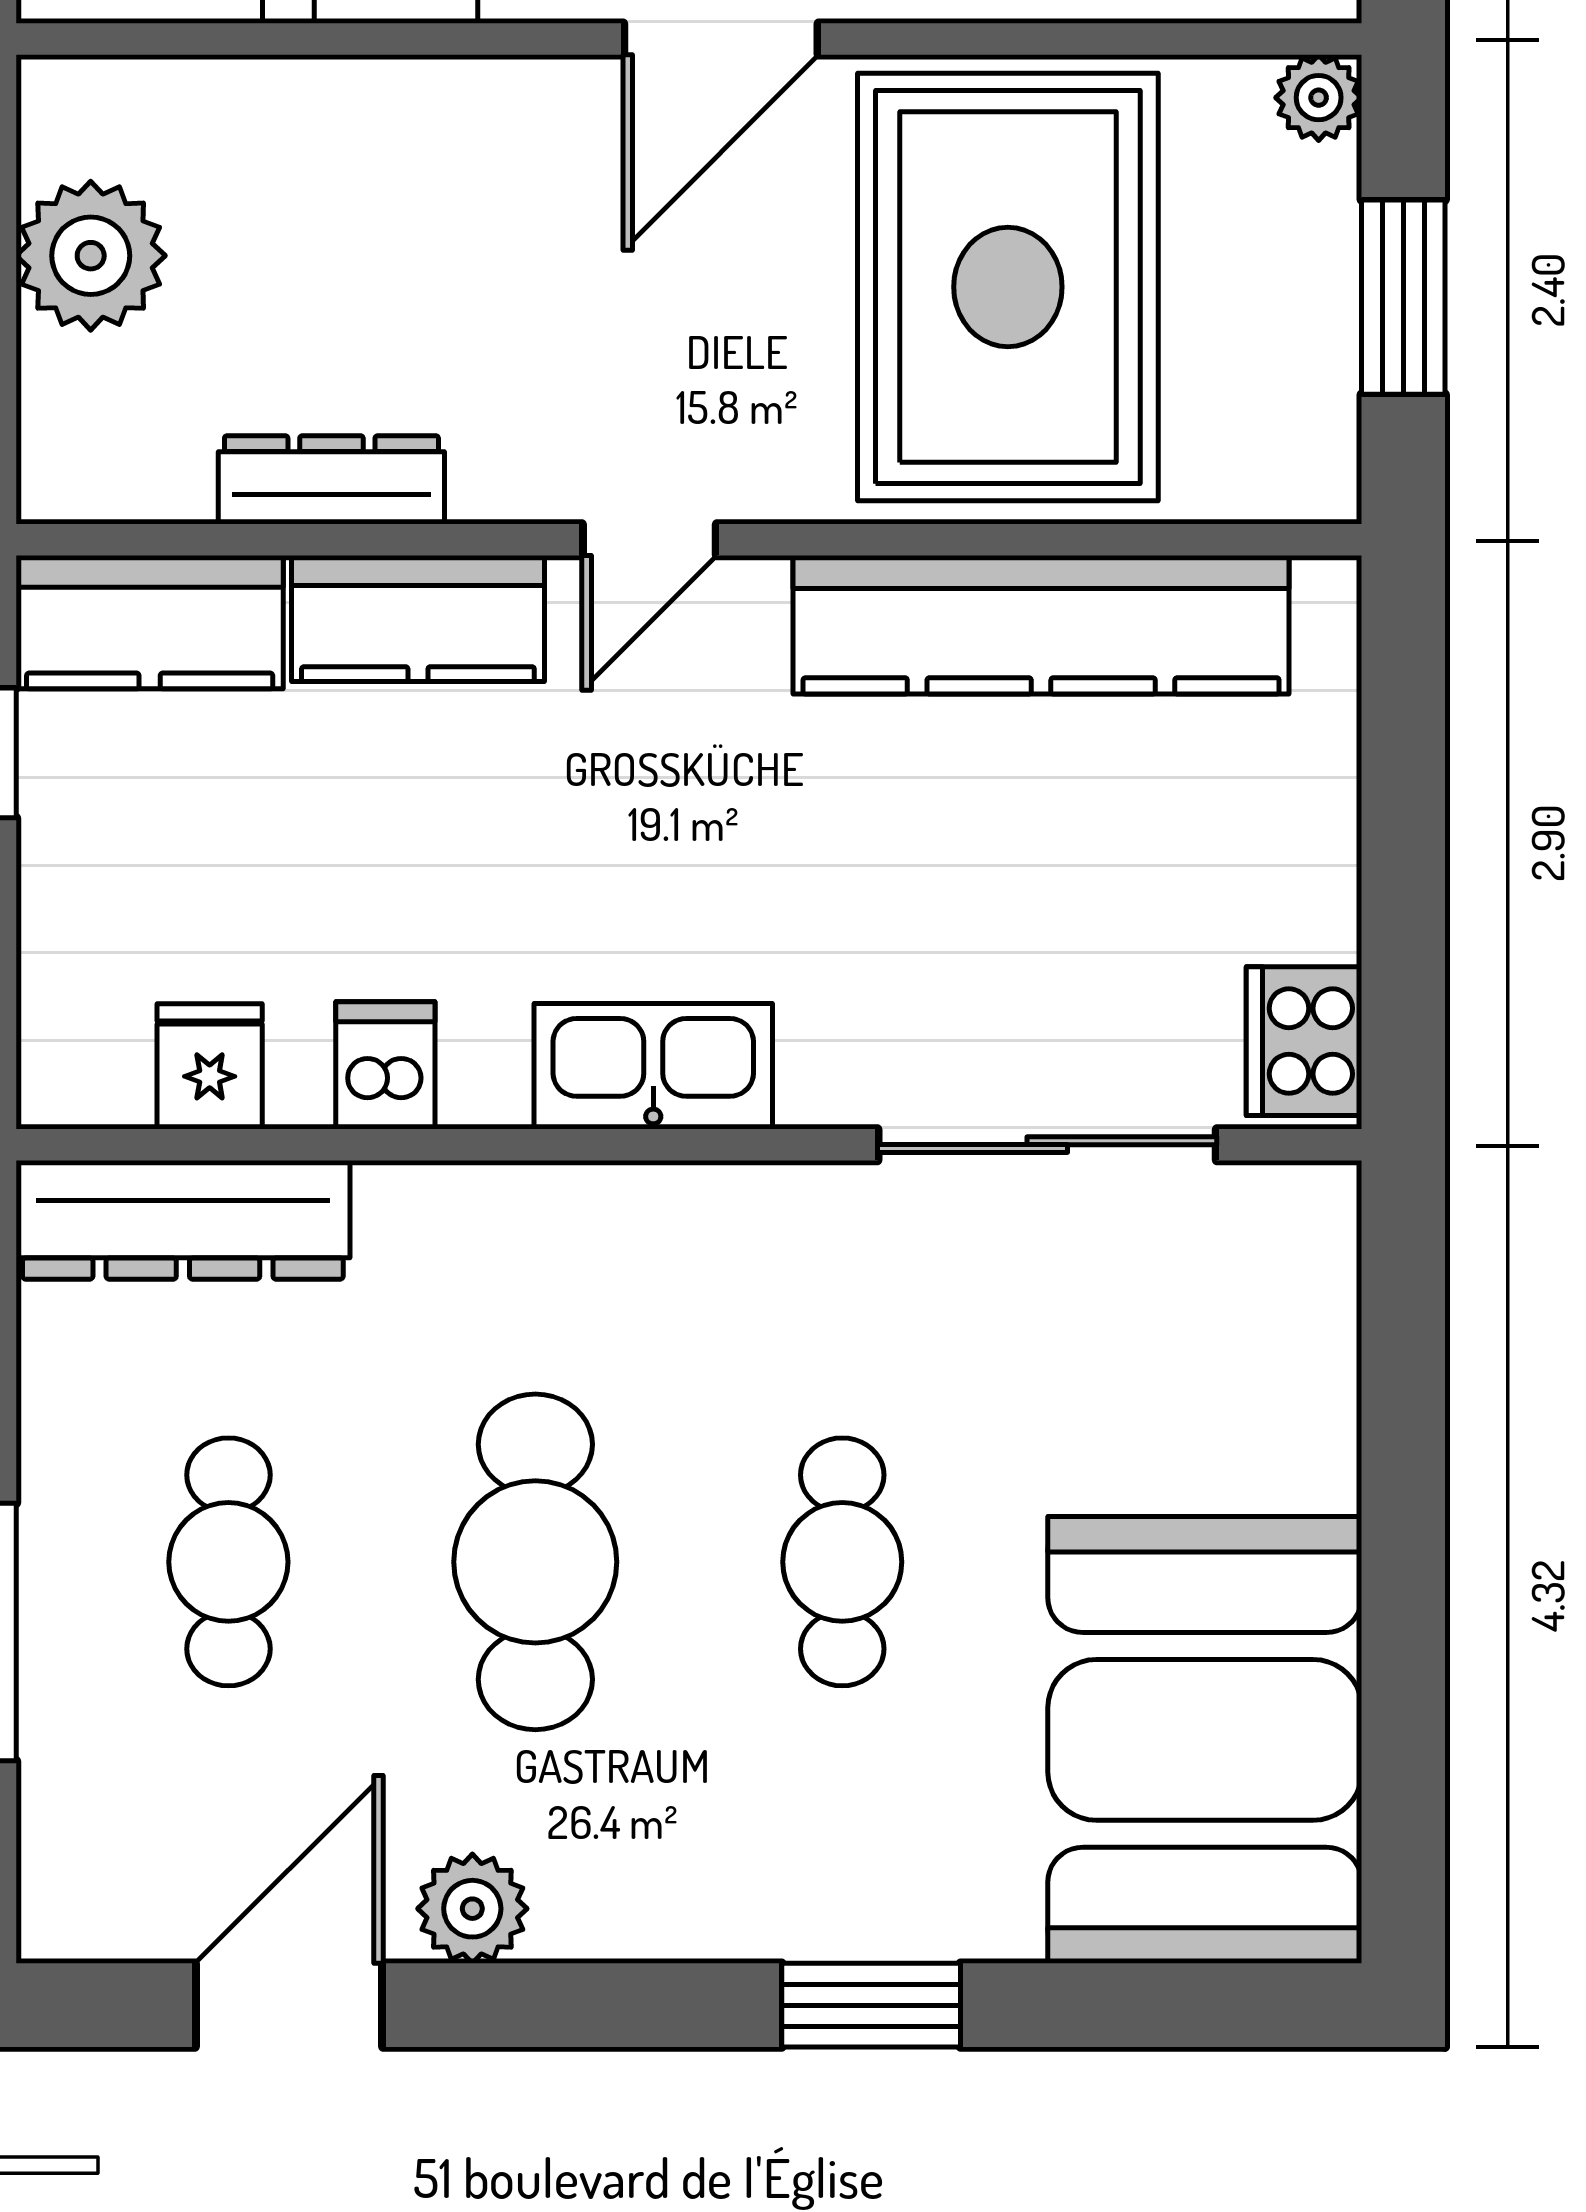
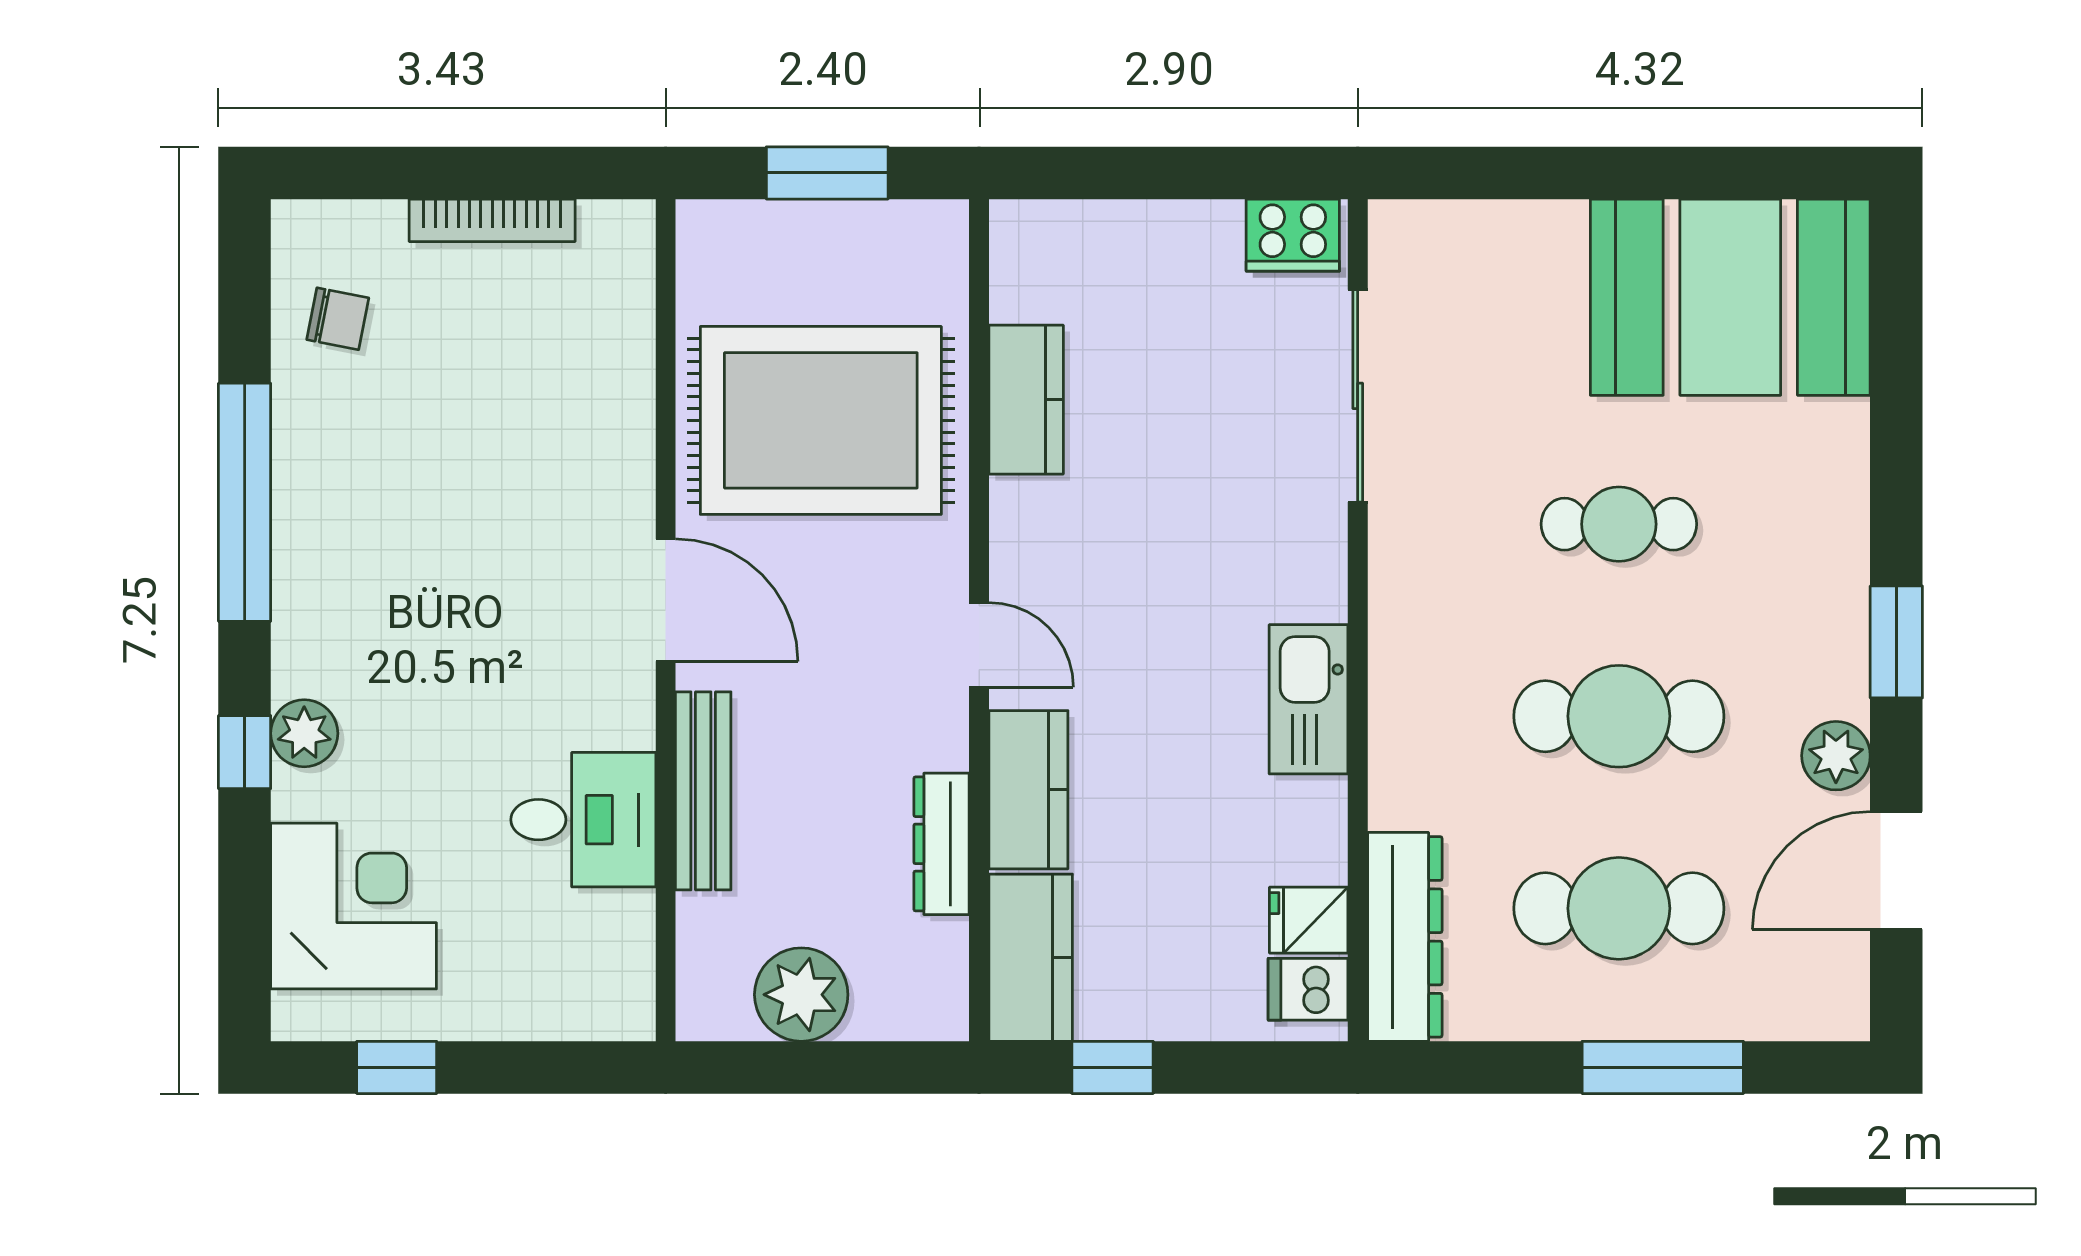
plant: (1319, 98) -> (702, 226), removed
bench: (416, 99) -> (703, 791), added
kitchen counter: (1041, 625) -> (1026, 400), width x0.48, depth x0.86
dishwasher: (385, 1065) -> (1308, 989), moved
kitchen sink: (653, 1066) -> (1309, 699), moved
cafe table: (228, 1562) -> (1619, 908), width x1.37, depth x1.35
door: (289, 2005) -> (1896, 870), hinge flipped
window: (871, 2005) -> (1896, 642), moved

